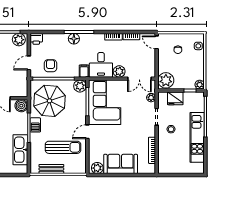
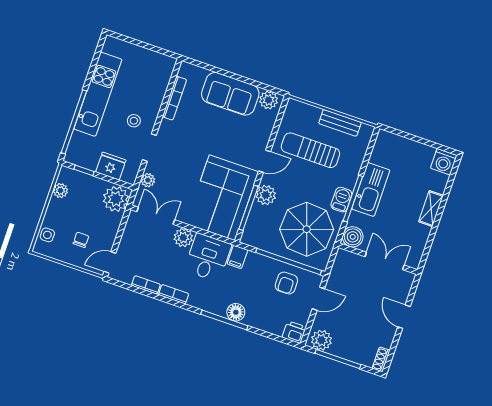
door: (157, 42) -> (110, 262), swing flipped
plant: (200, 85) -> (60, 191), moved
plant: (80, 86) -> (266, 195), moved
kitchen sink: (20, 150) -> (371, 189), moved

